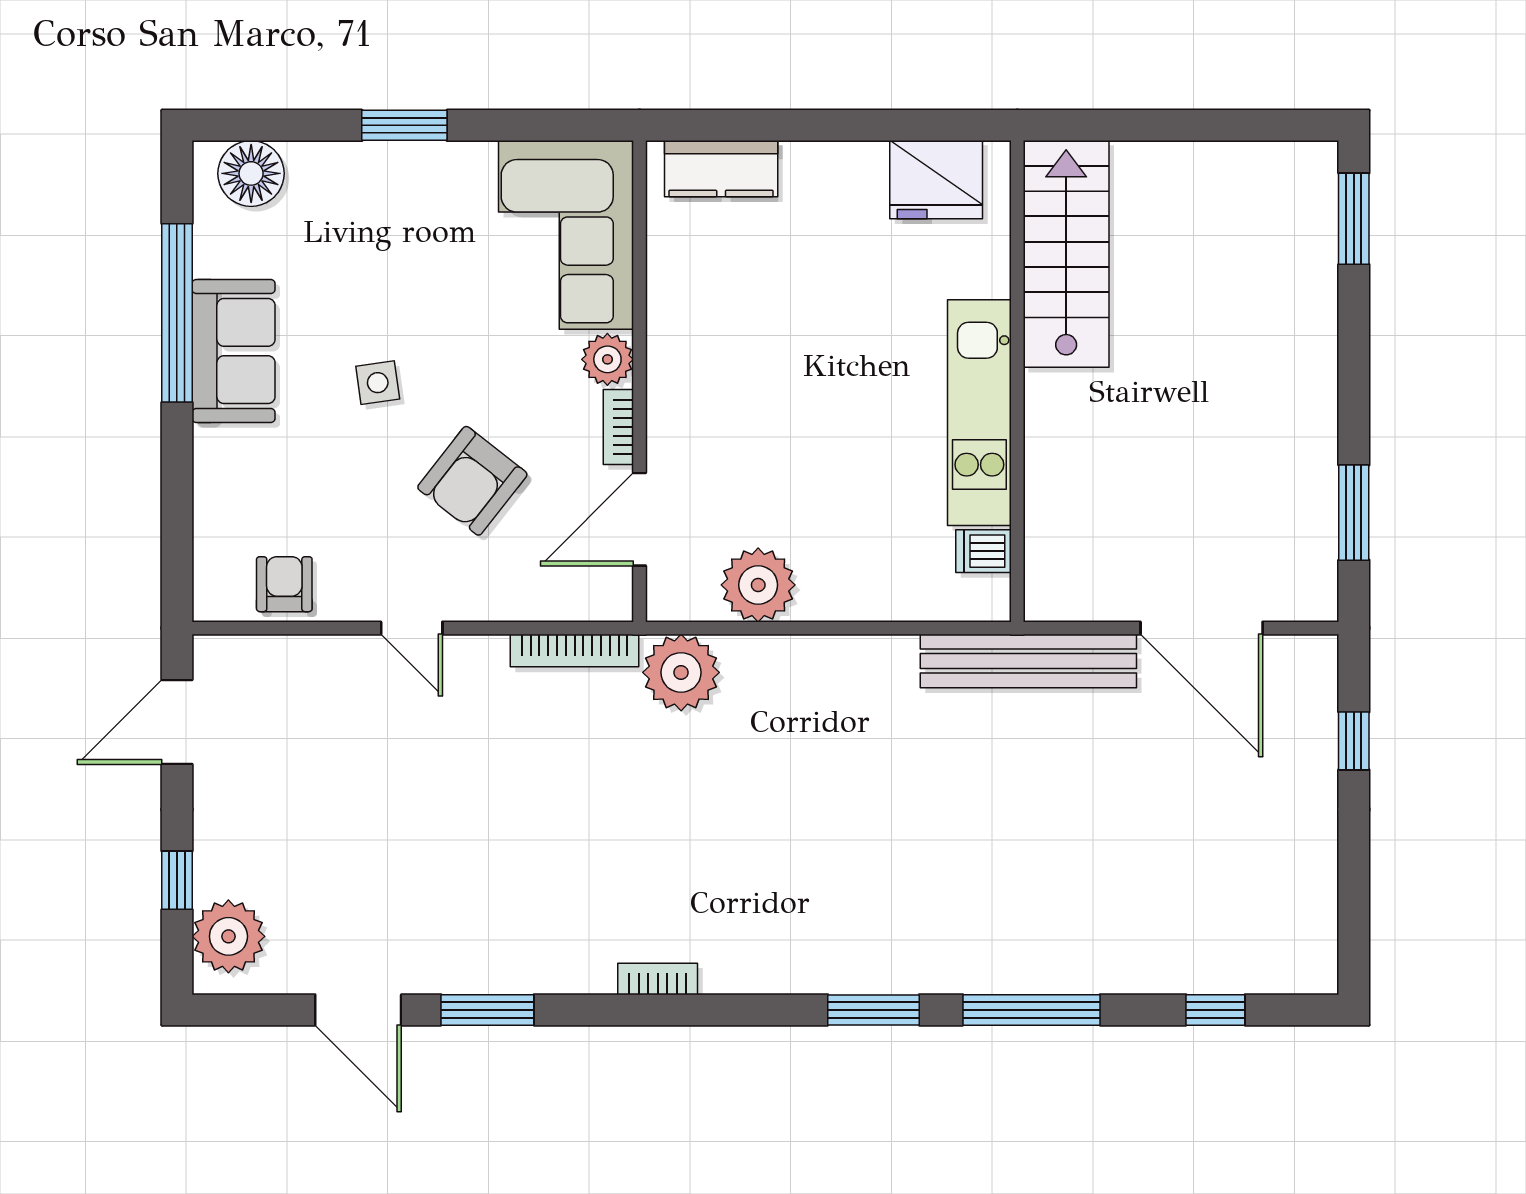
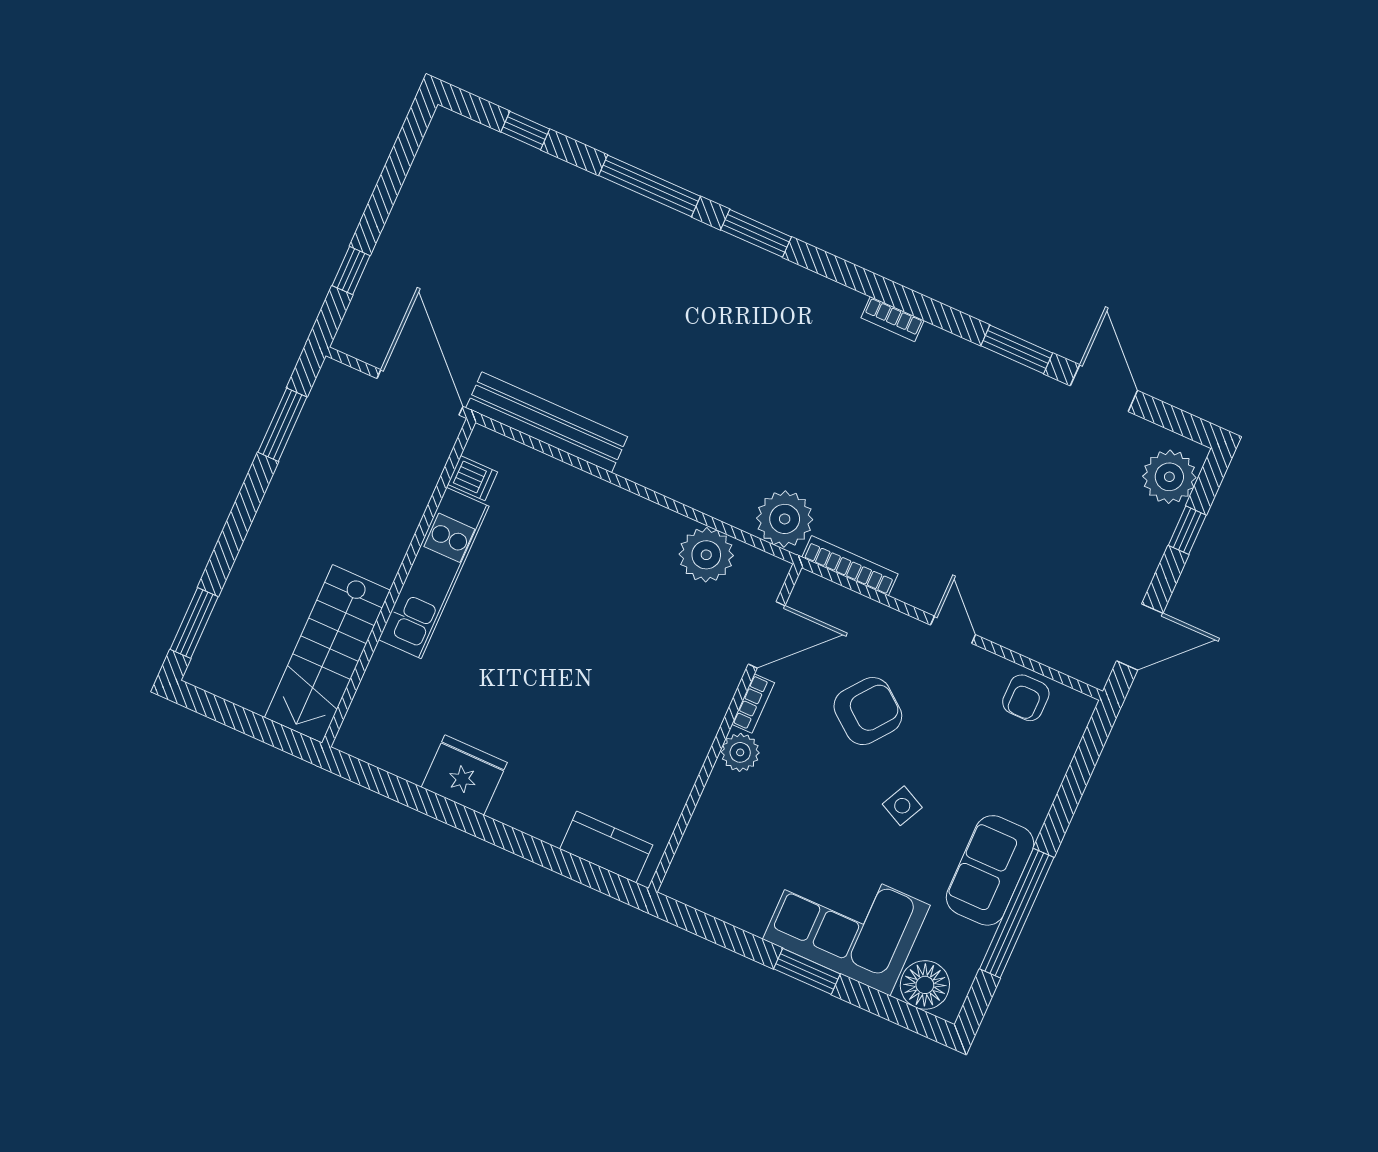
corner sofa: (566, 235) -> (846, 922), moved, turned -90
stairs: (1066, 254) -> (327, 654), moved
wall: (1017, 381) -> (399, 583), moved
side table: (378, 383) -> (902, 806), turned 34
kitchen unit: (979, 413) -> (434, 573), moved
dishwasher: (984, 551) -> (473, 478), moved

